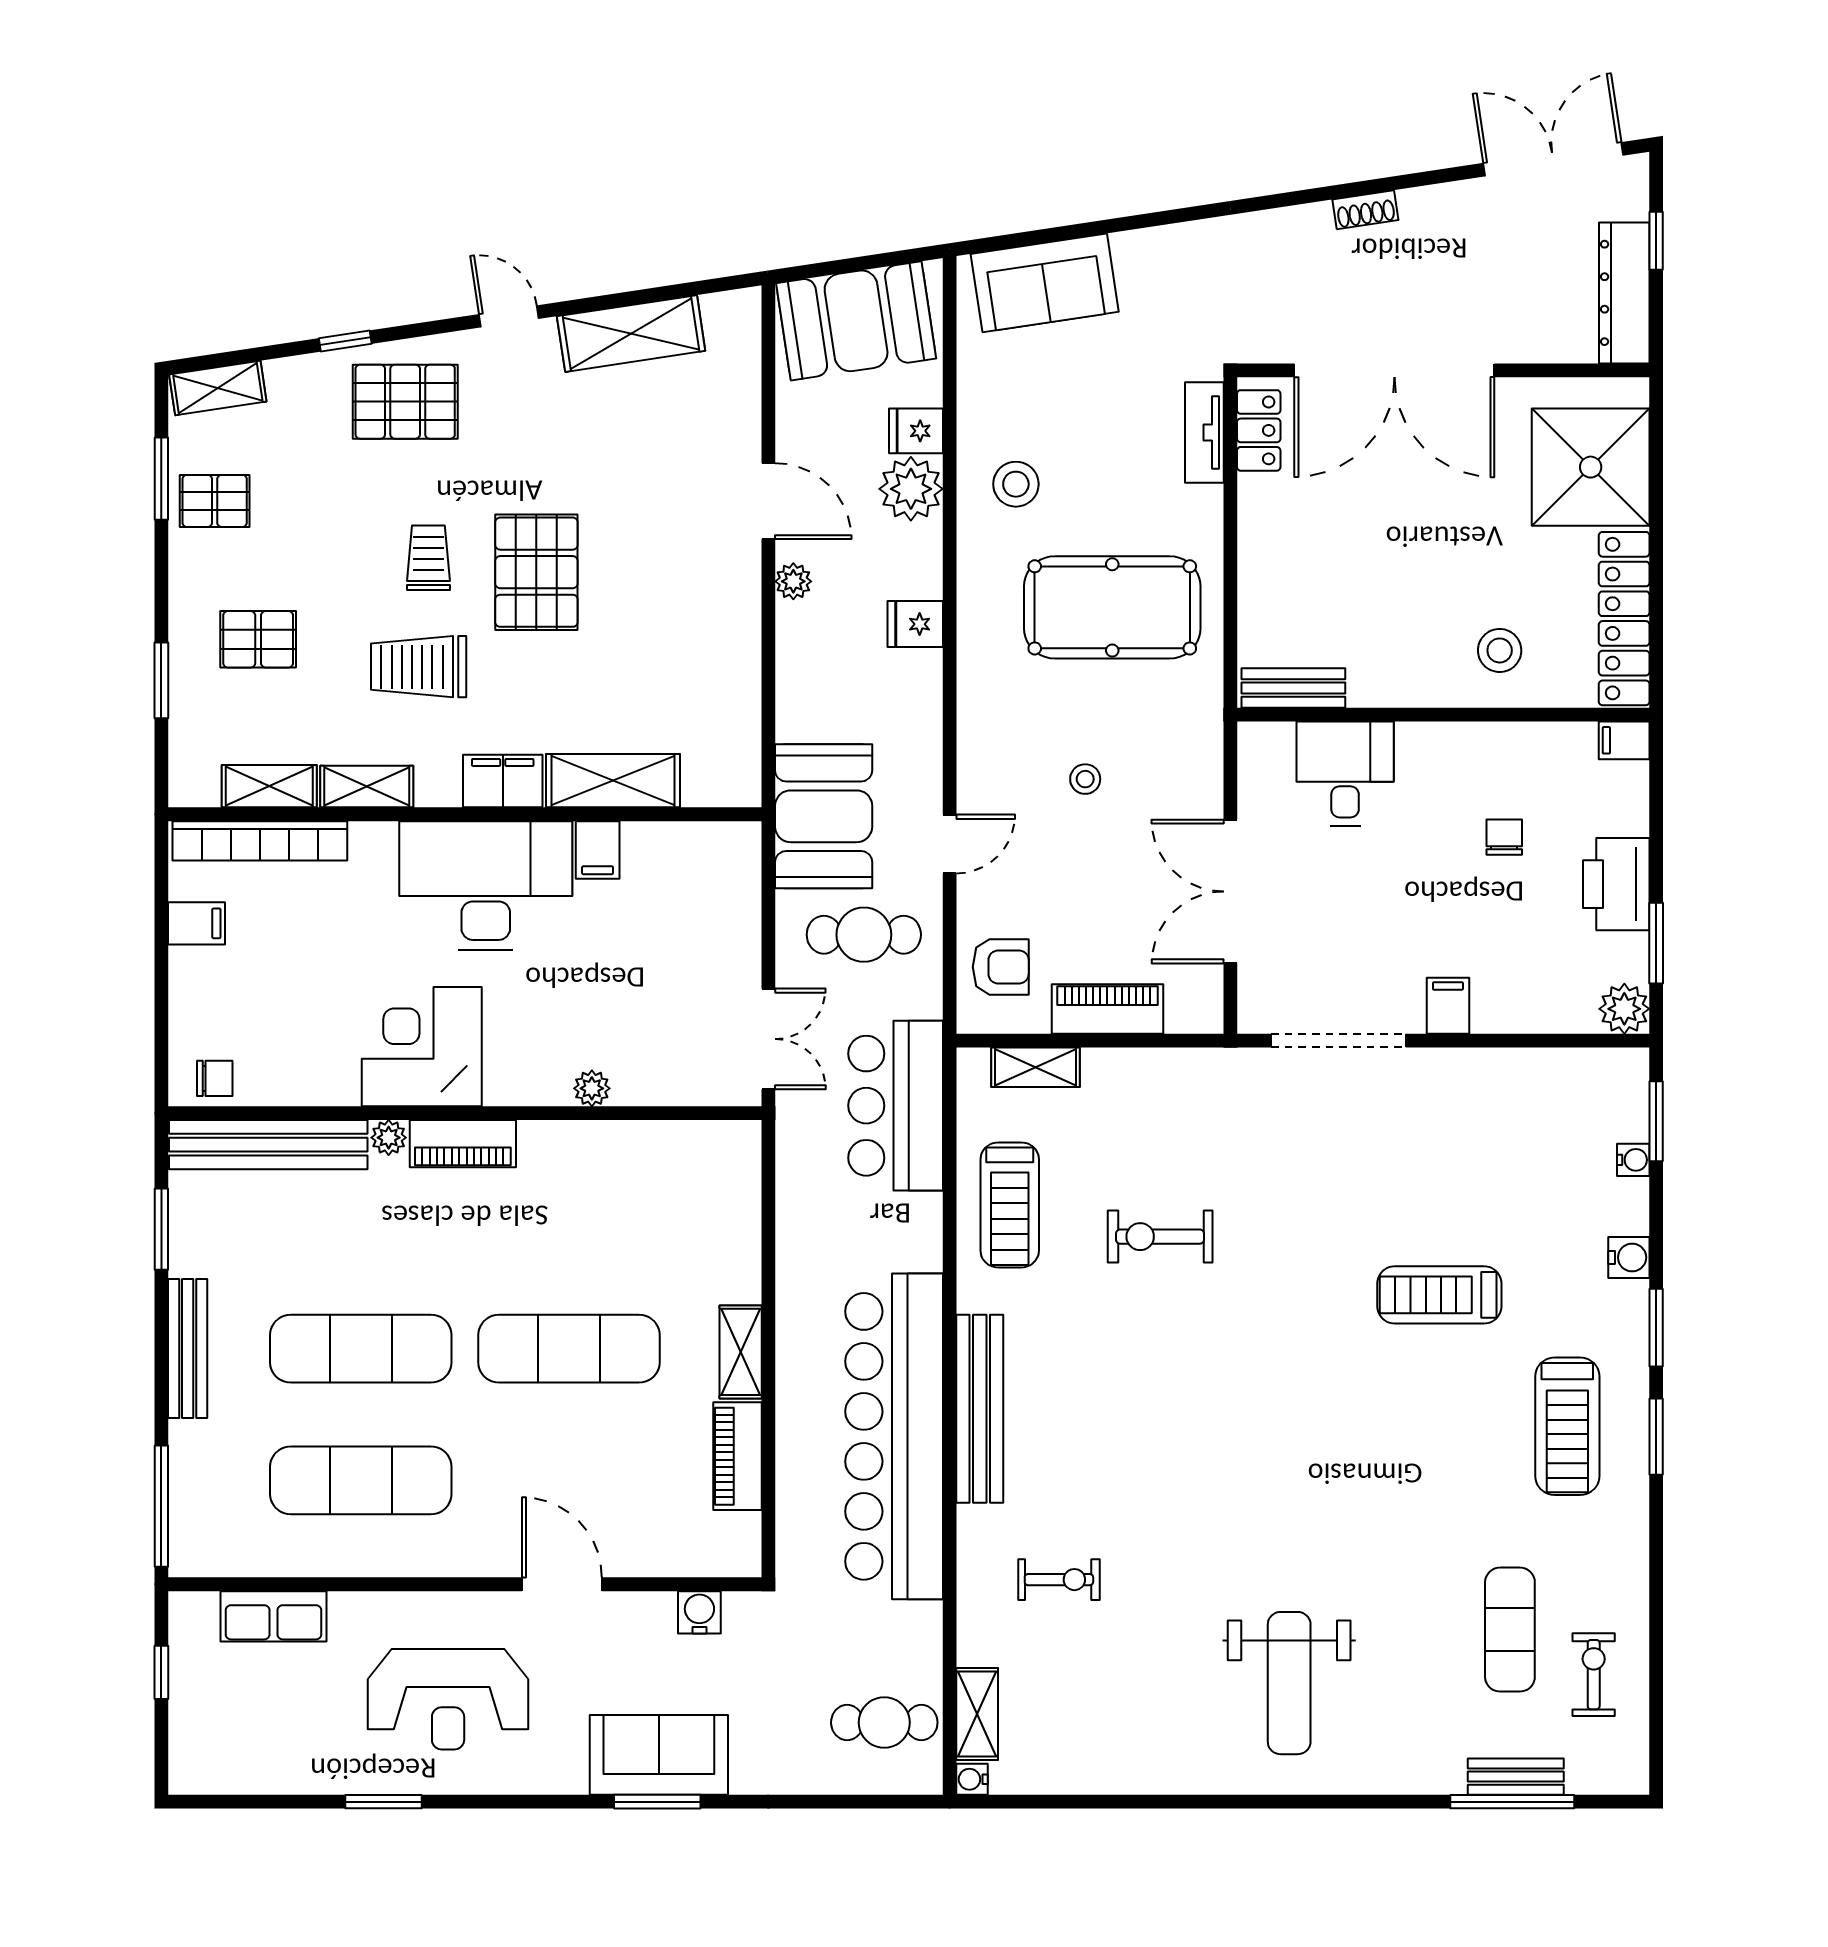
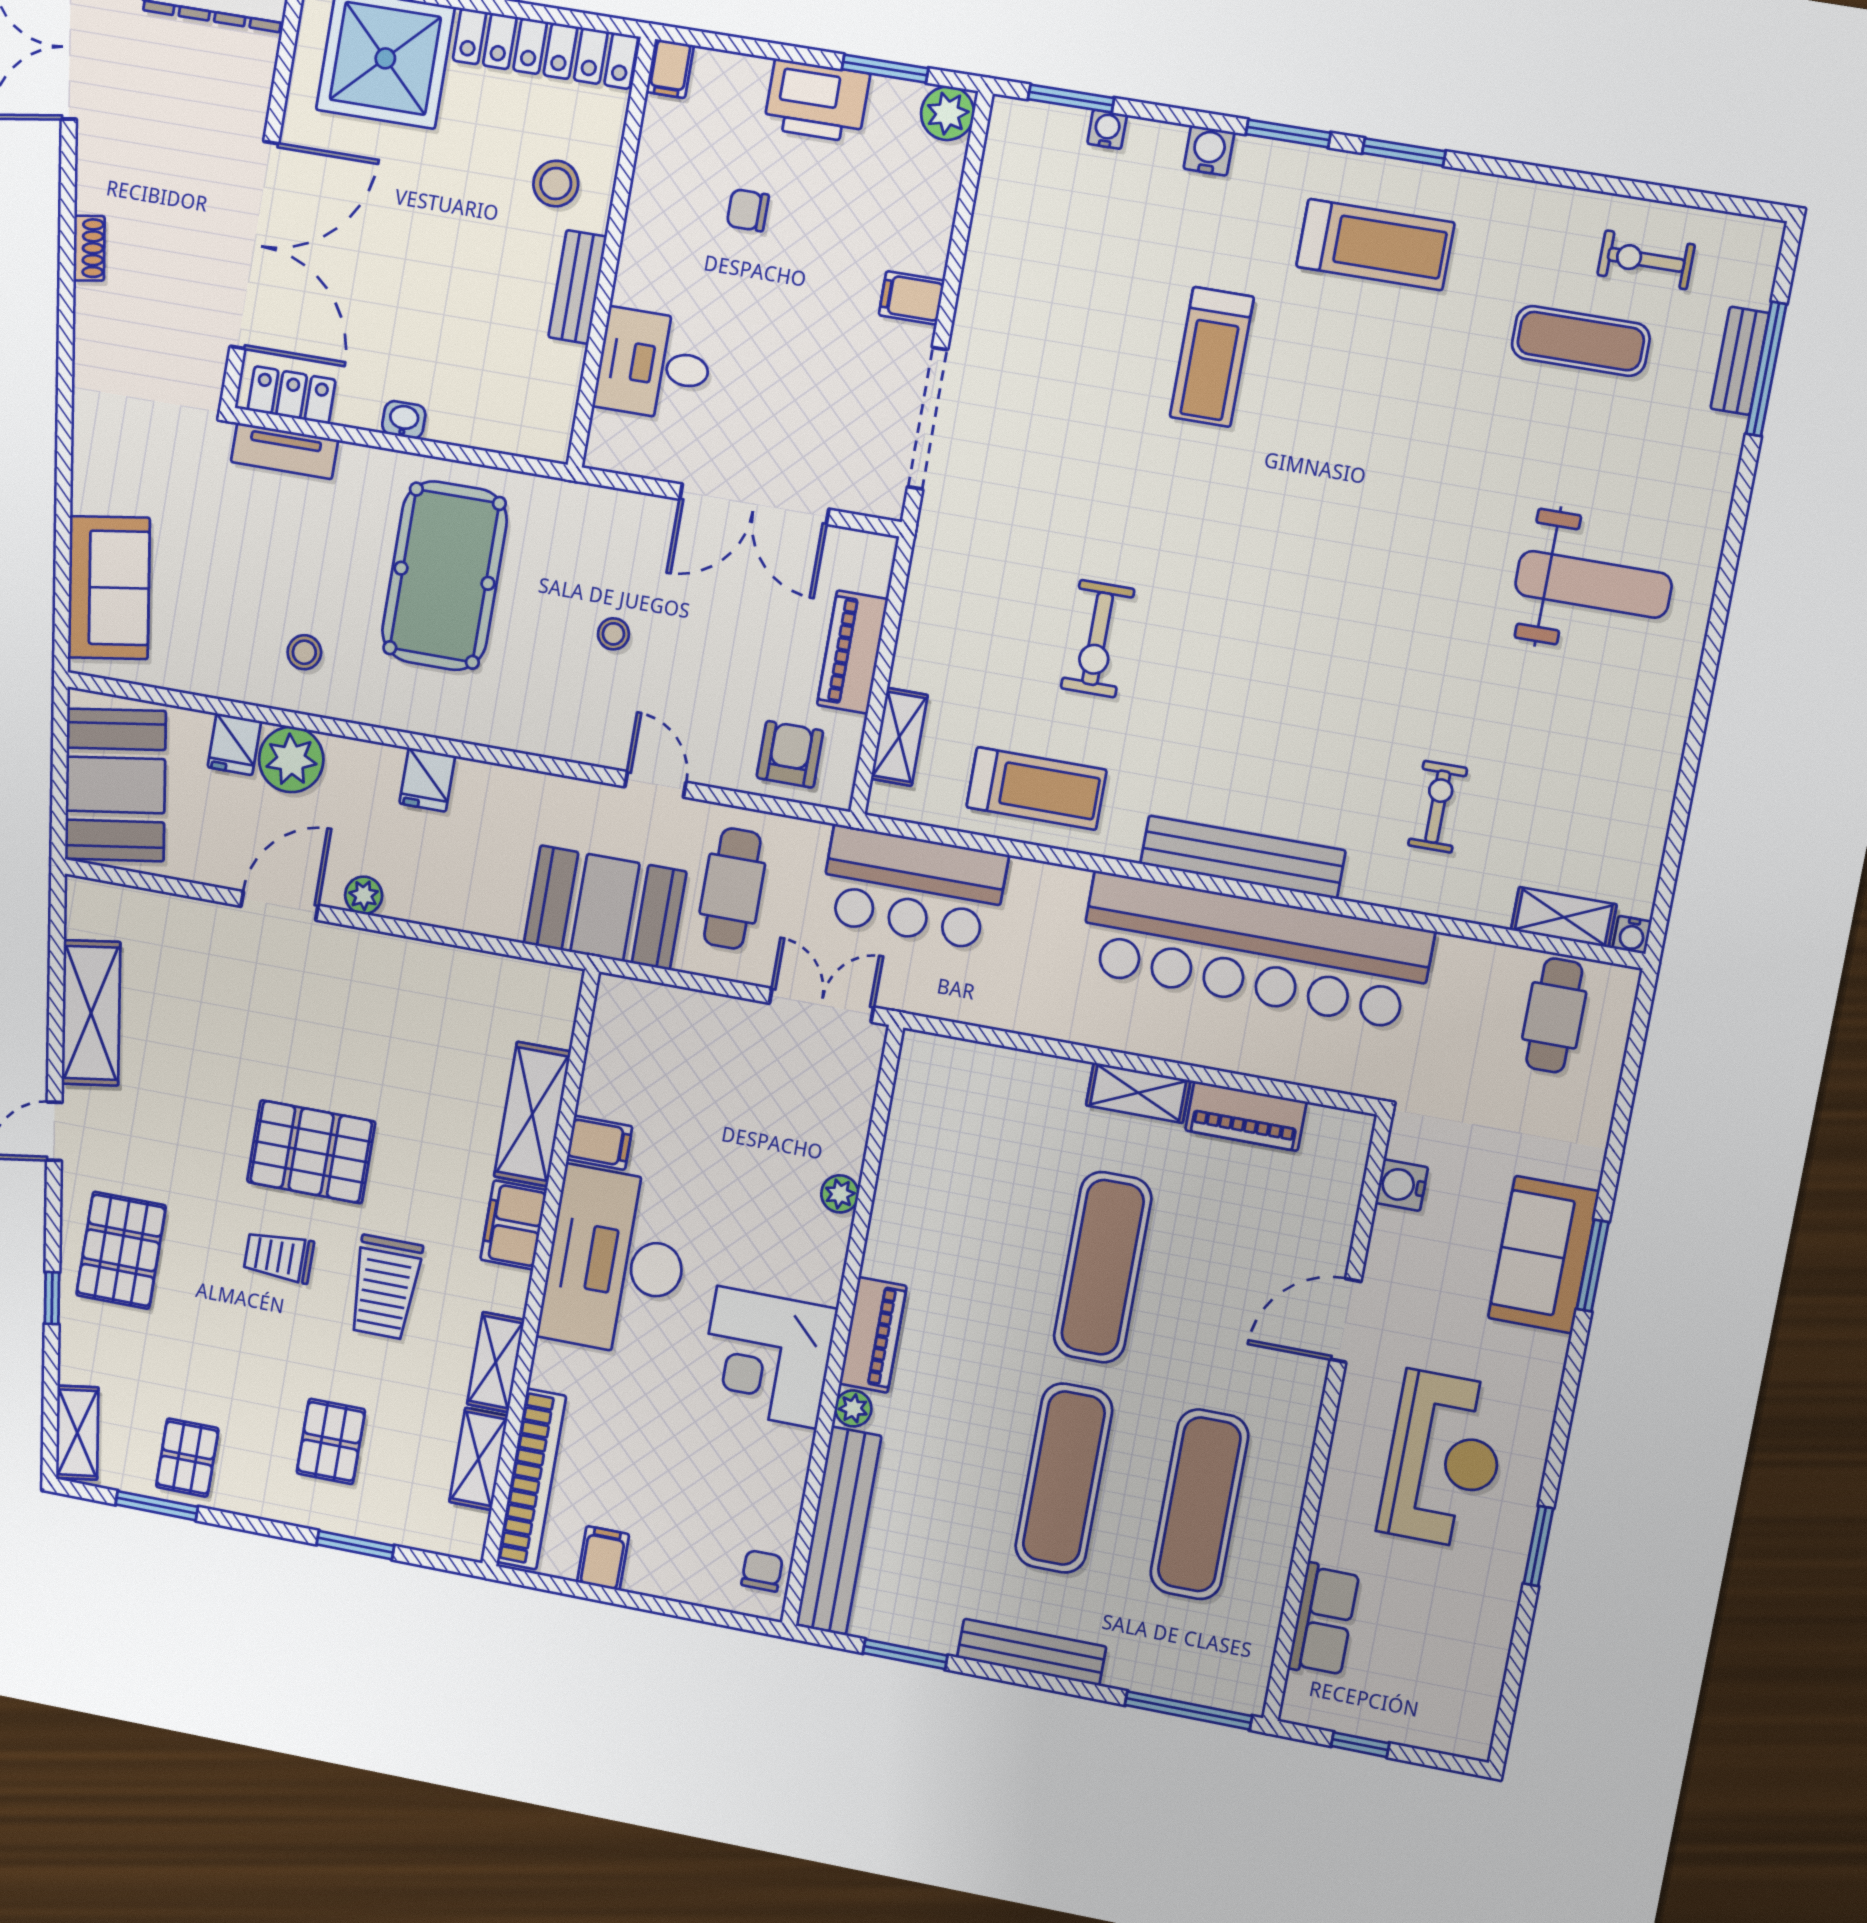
stool: (1016, 484) -> (304, 652), width x0.73, depth x0.73
washbasin: (1253, 543) -> (404, 420), added
bench: (1293, 688) -> (578, 287), moved

